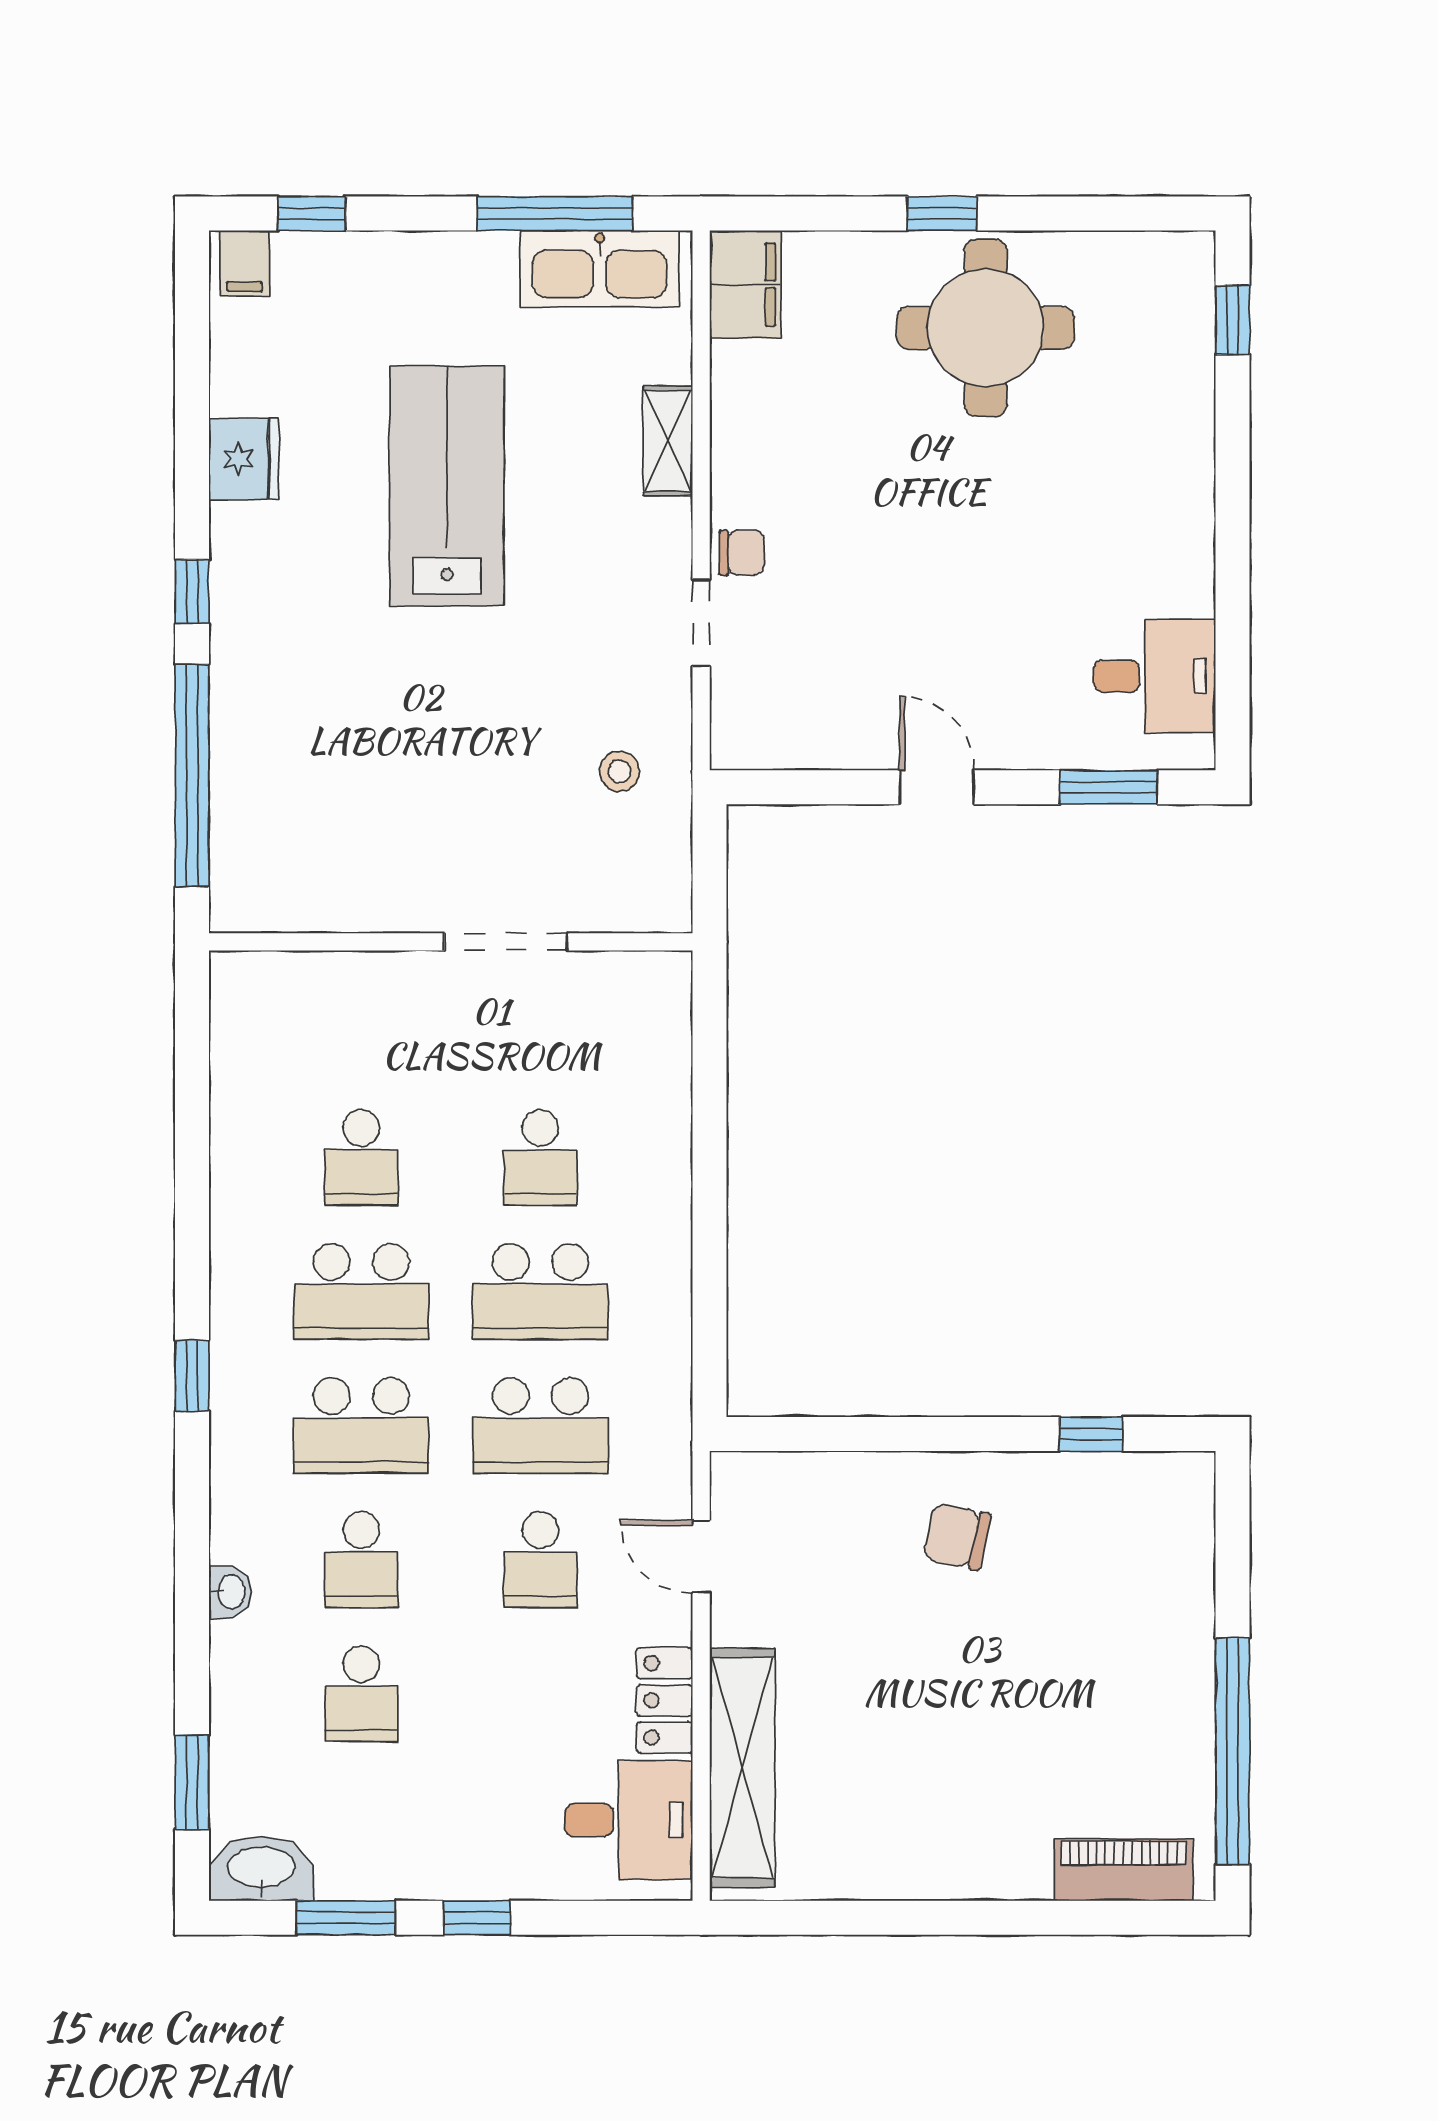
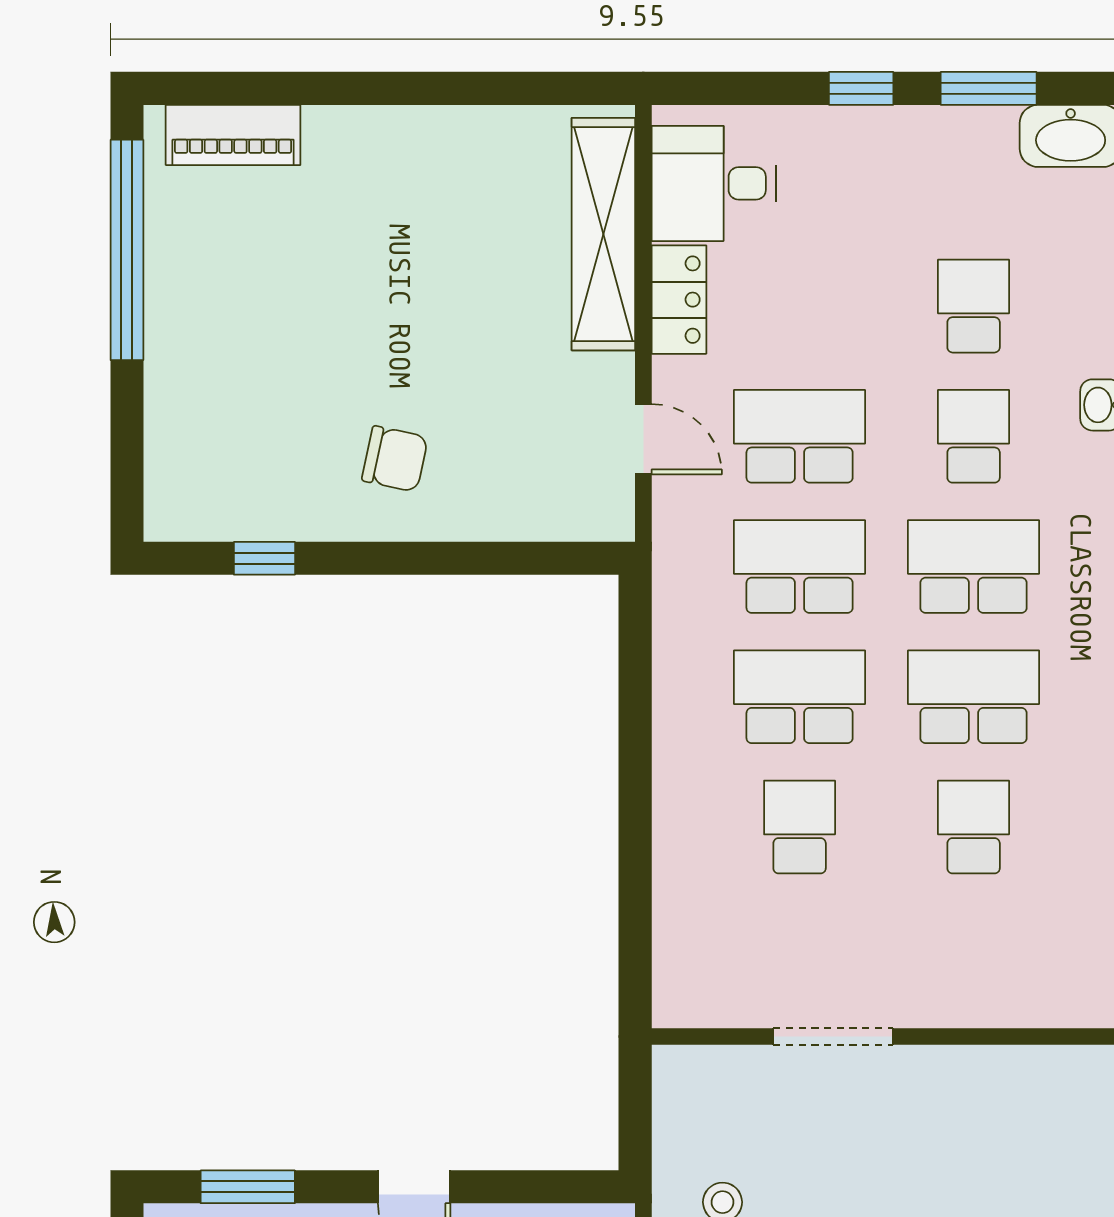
school desk: (540, 1560) -> (800, 436), width x1.85

